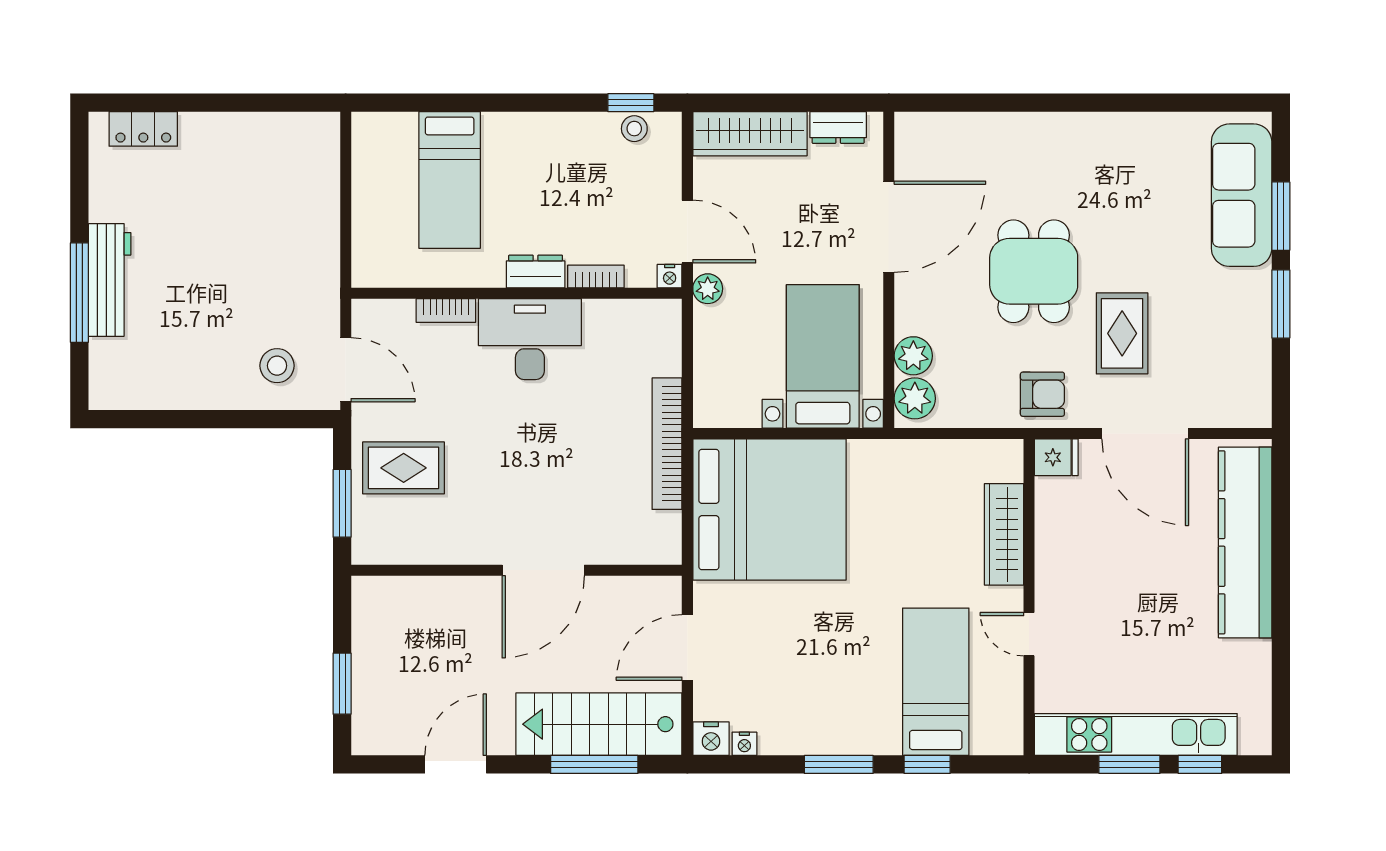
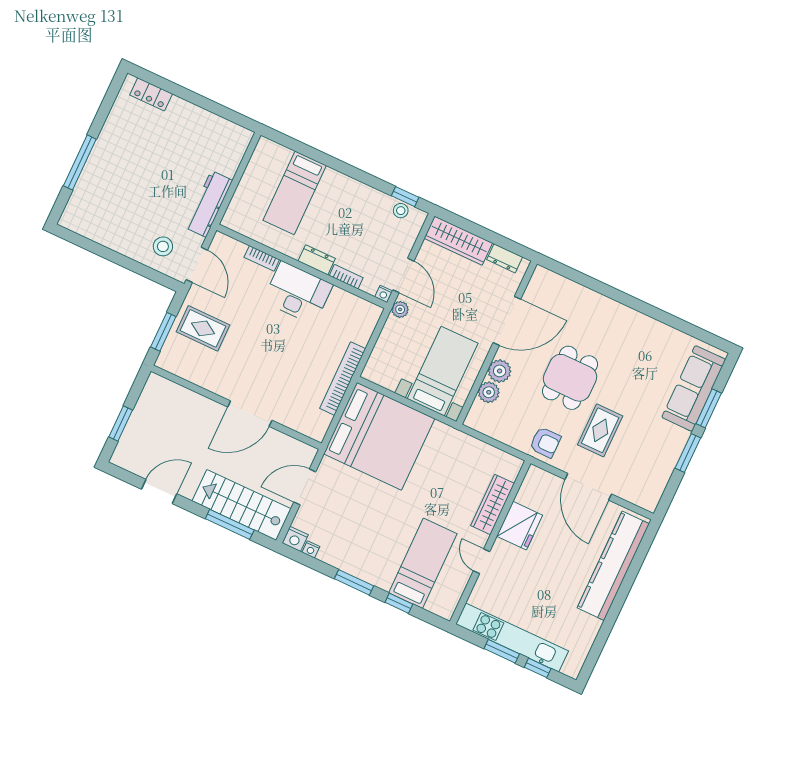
workbench: (110, 280) -> (209, 204), moved, turned 180
plant: (915, 398) -> (500, 371), moved
fridge: (1056, 457) -> (520, 526), moved, width x1.88, depth x1.34

